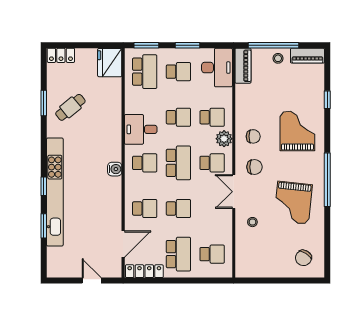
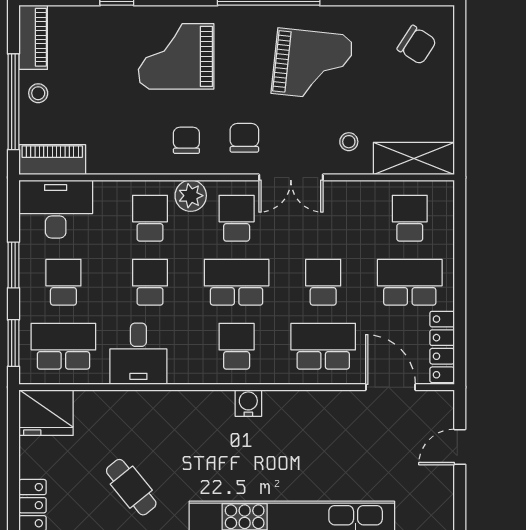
desk: (141, 129) -> (138, 354), moved
school desk: (145, 208) -> (323, 346), width x1.85
shelving: (244, 256) -> (414, 158), added

